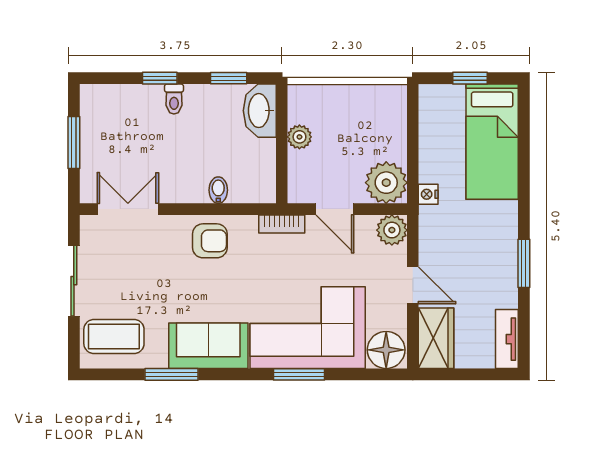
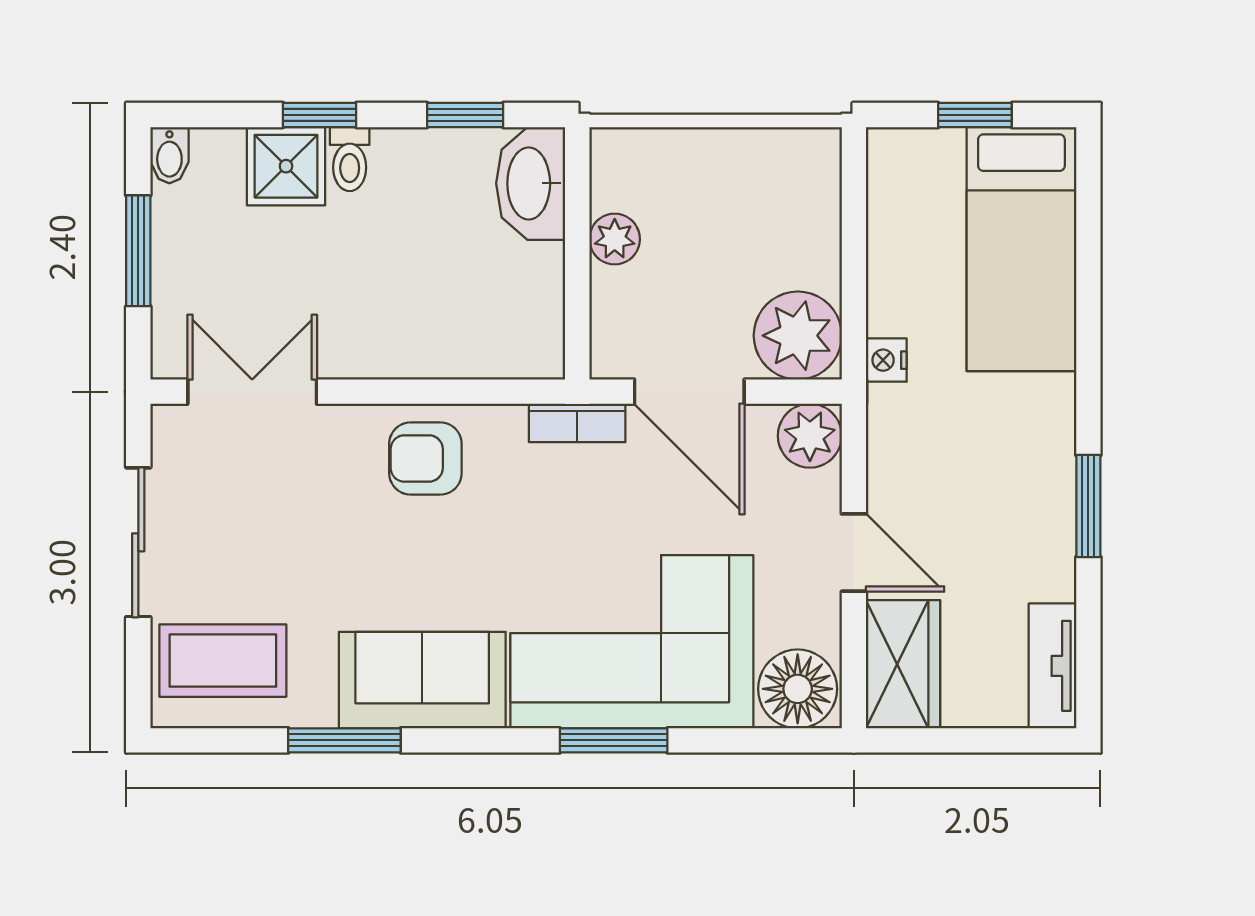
shower: (144, 102) -> (286, 166), added
bidet: (218, 190) -> (169, 155), moved, turned 180
door: (335, 209) -> (689, 392), width x1.38
armchair: (210, 241) -> (425, 458), turned 180

